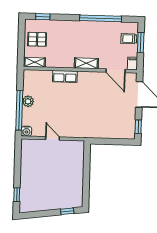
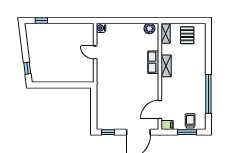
window: (43, 17) -> (208, 40), removed
shelving: (86, 63) -> (166, 66), moved
plant: (28, 101) -> (149, 29), moved
window: (19, 110) -> (120, 21), removed
door: (52, 138) -> (95, 52), swing flipped

